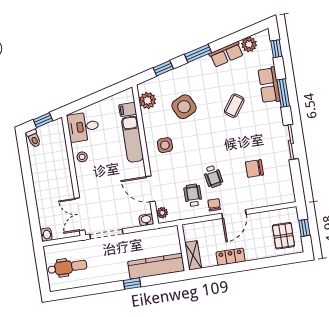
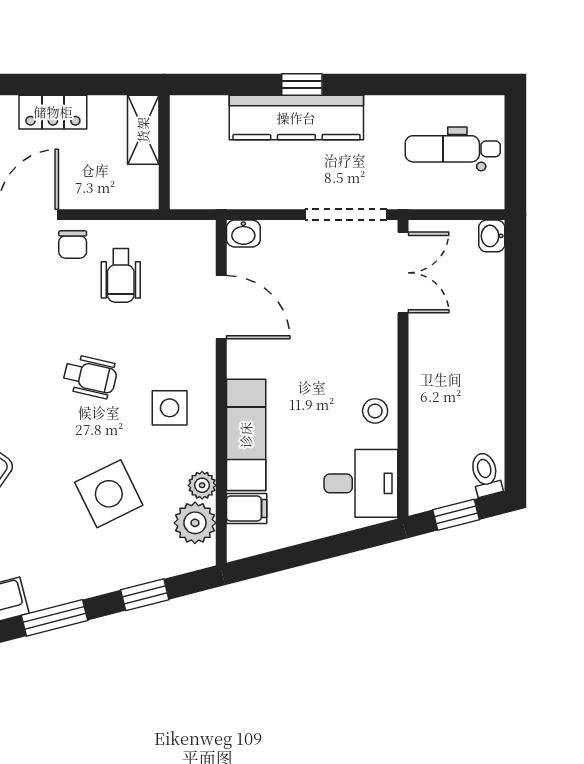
wheelchair: (213, 176) -> (90, 377), moved, turned 113
plant: (162, 213) -> (202, 485), moved
kitchen counter: (156, 266) -> (296, 118), moved

